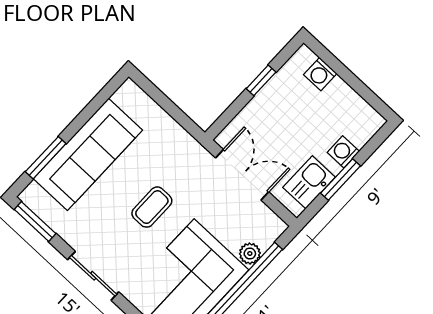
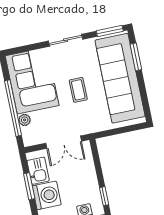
window: (261, 80) -> (104, 196), moved
washing machine: (343, 152) -> (47, 195), width x1.89, depth x1.89
sofa: (88, 154) -> (120, 78), width x1.36, depth x1.27

